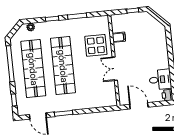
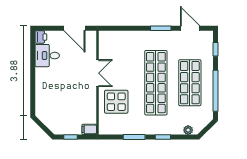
filing cabinet: (119, 37) -> (89, 129), moved
shop shelf: (33, 69) -> (190, 83), width x0.71

